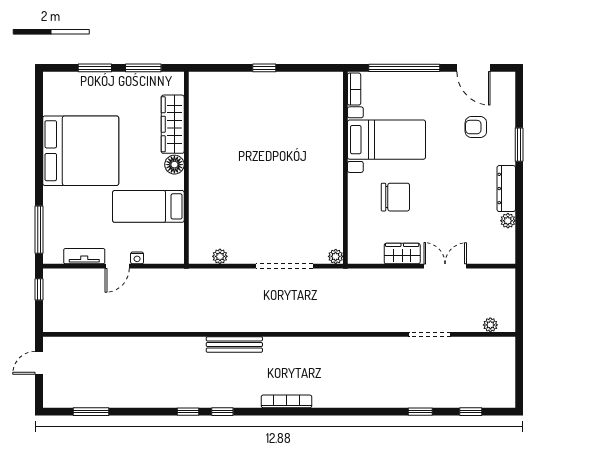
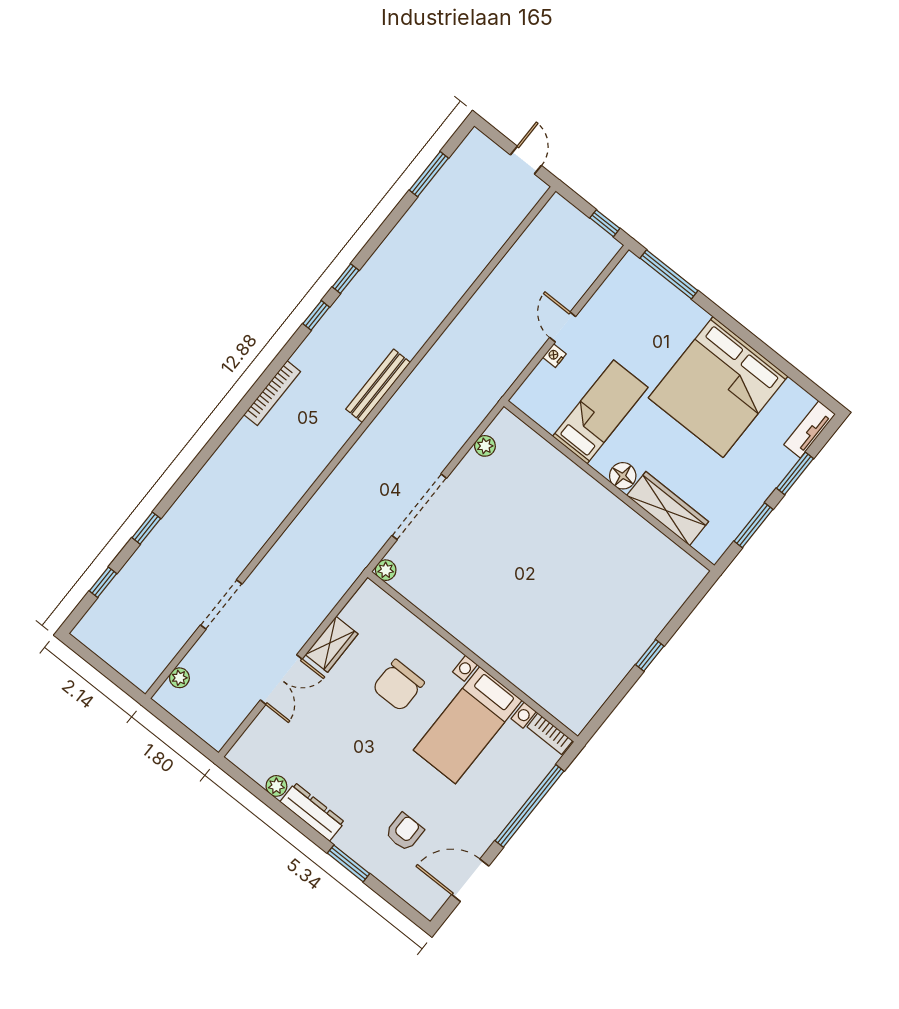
tv unit: (84, 256) -> (810, 429), moved, turned 180

